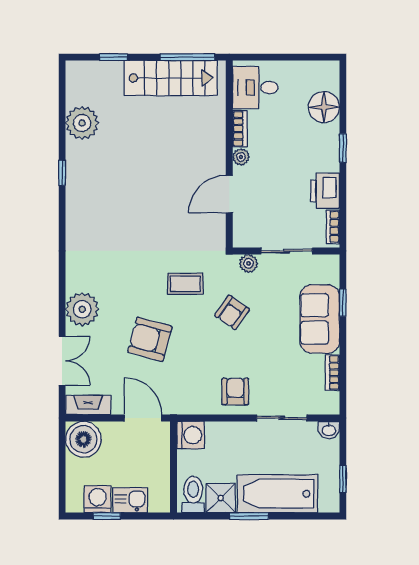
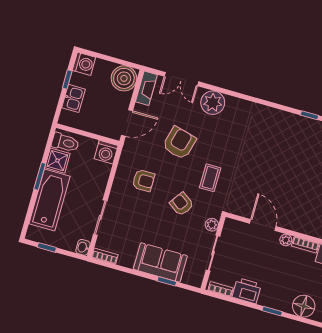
bookcase: (332, 373) -> (105, 256), moved
armchair: (235, 391) -> (143, 181), moved
washing machine: (98, 499) -> (84, 64), moved

